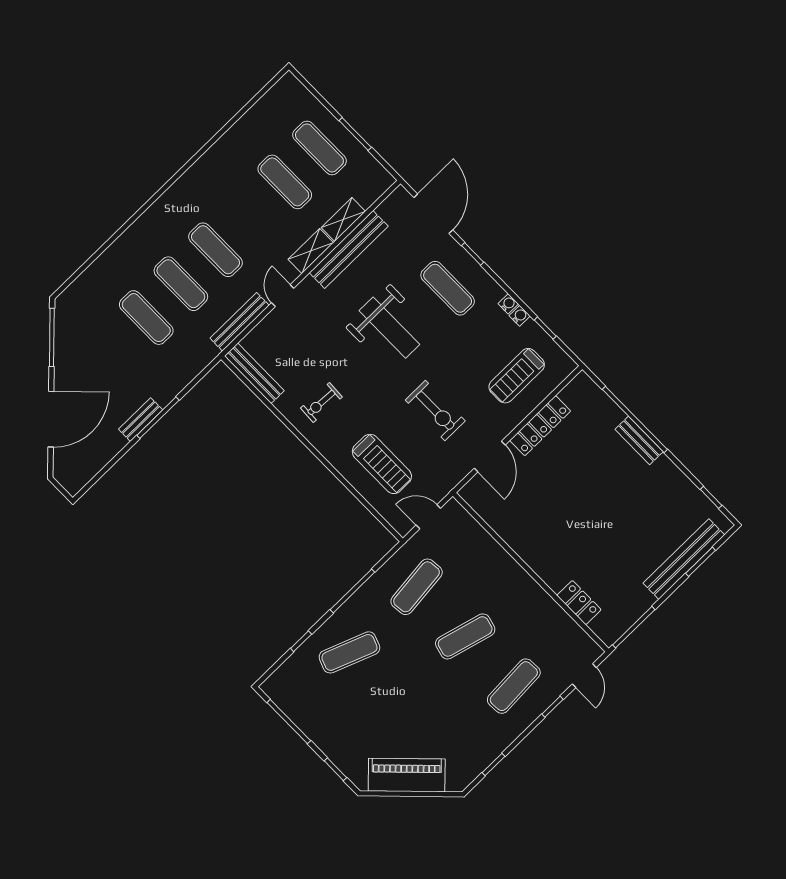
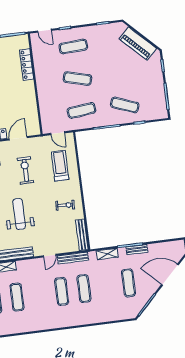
shelving: (311, 251) -> (107, 254), moved
exercise mat: (146, 318) -> (129, 283), moved
locker: (579, 603) -> (27, 65), width x1.53
door: (584, 676) -> (44, 31), swing flipped

